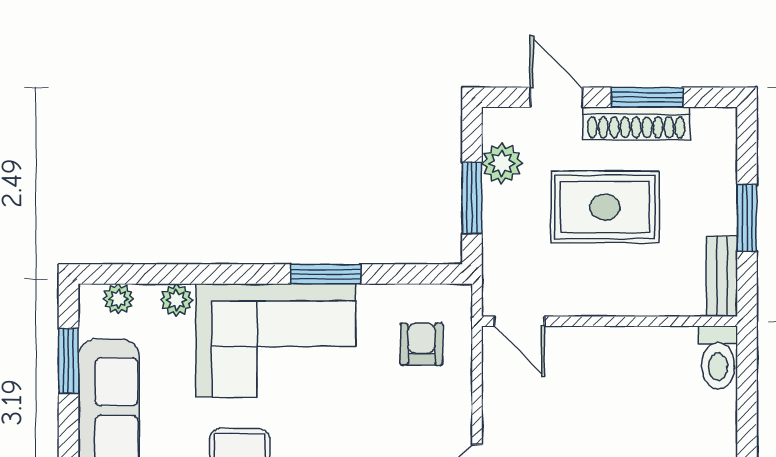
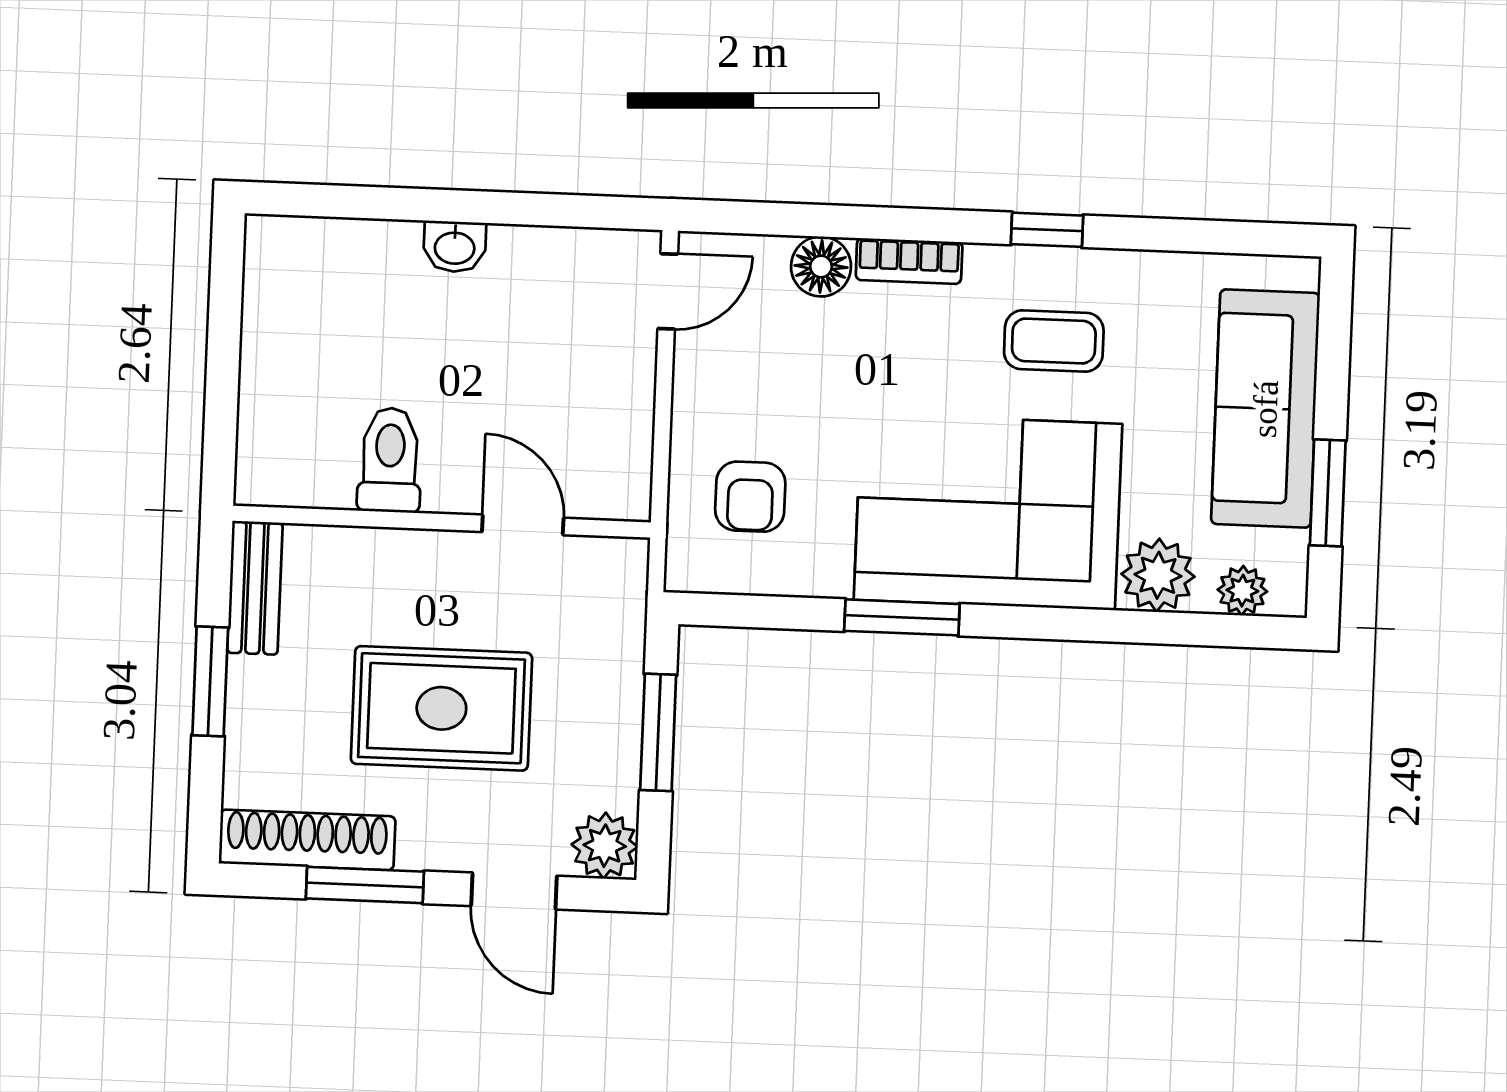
shoe rack: (636, 123) -> (307, 840), moved
plant: (502, 163) -> (605, 846), moved
plant: (176, 300) -> (1158, 575), width x1.38, depth x1.38
door: (519, 321) -> (523, 525), moved
toilet: (718, 358) -> (390, 460), moved

